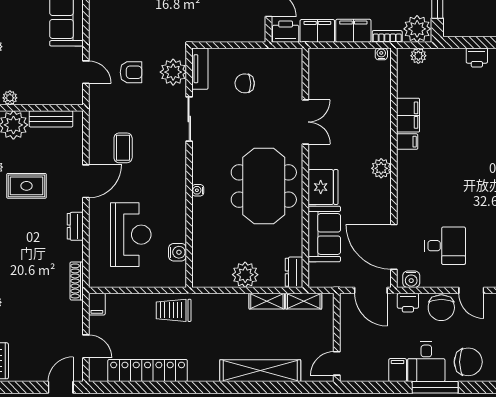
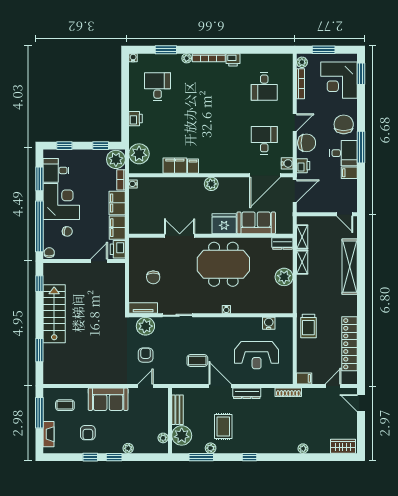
plant: (418, 56) -> (139, 154), width x1.88, depth x1.88
dresser: (75, 226) -> (247, 393), width x1.44
reception desk: (131, 235) -> (257, 355), turned 180

